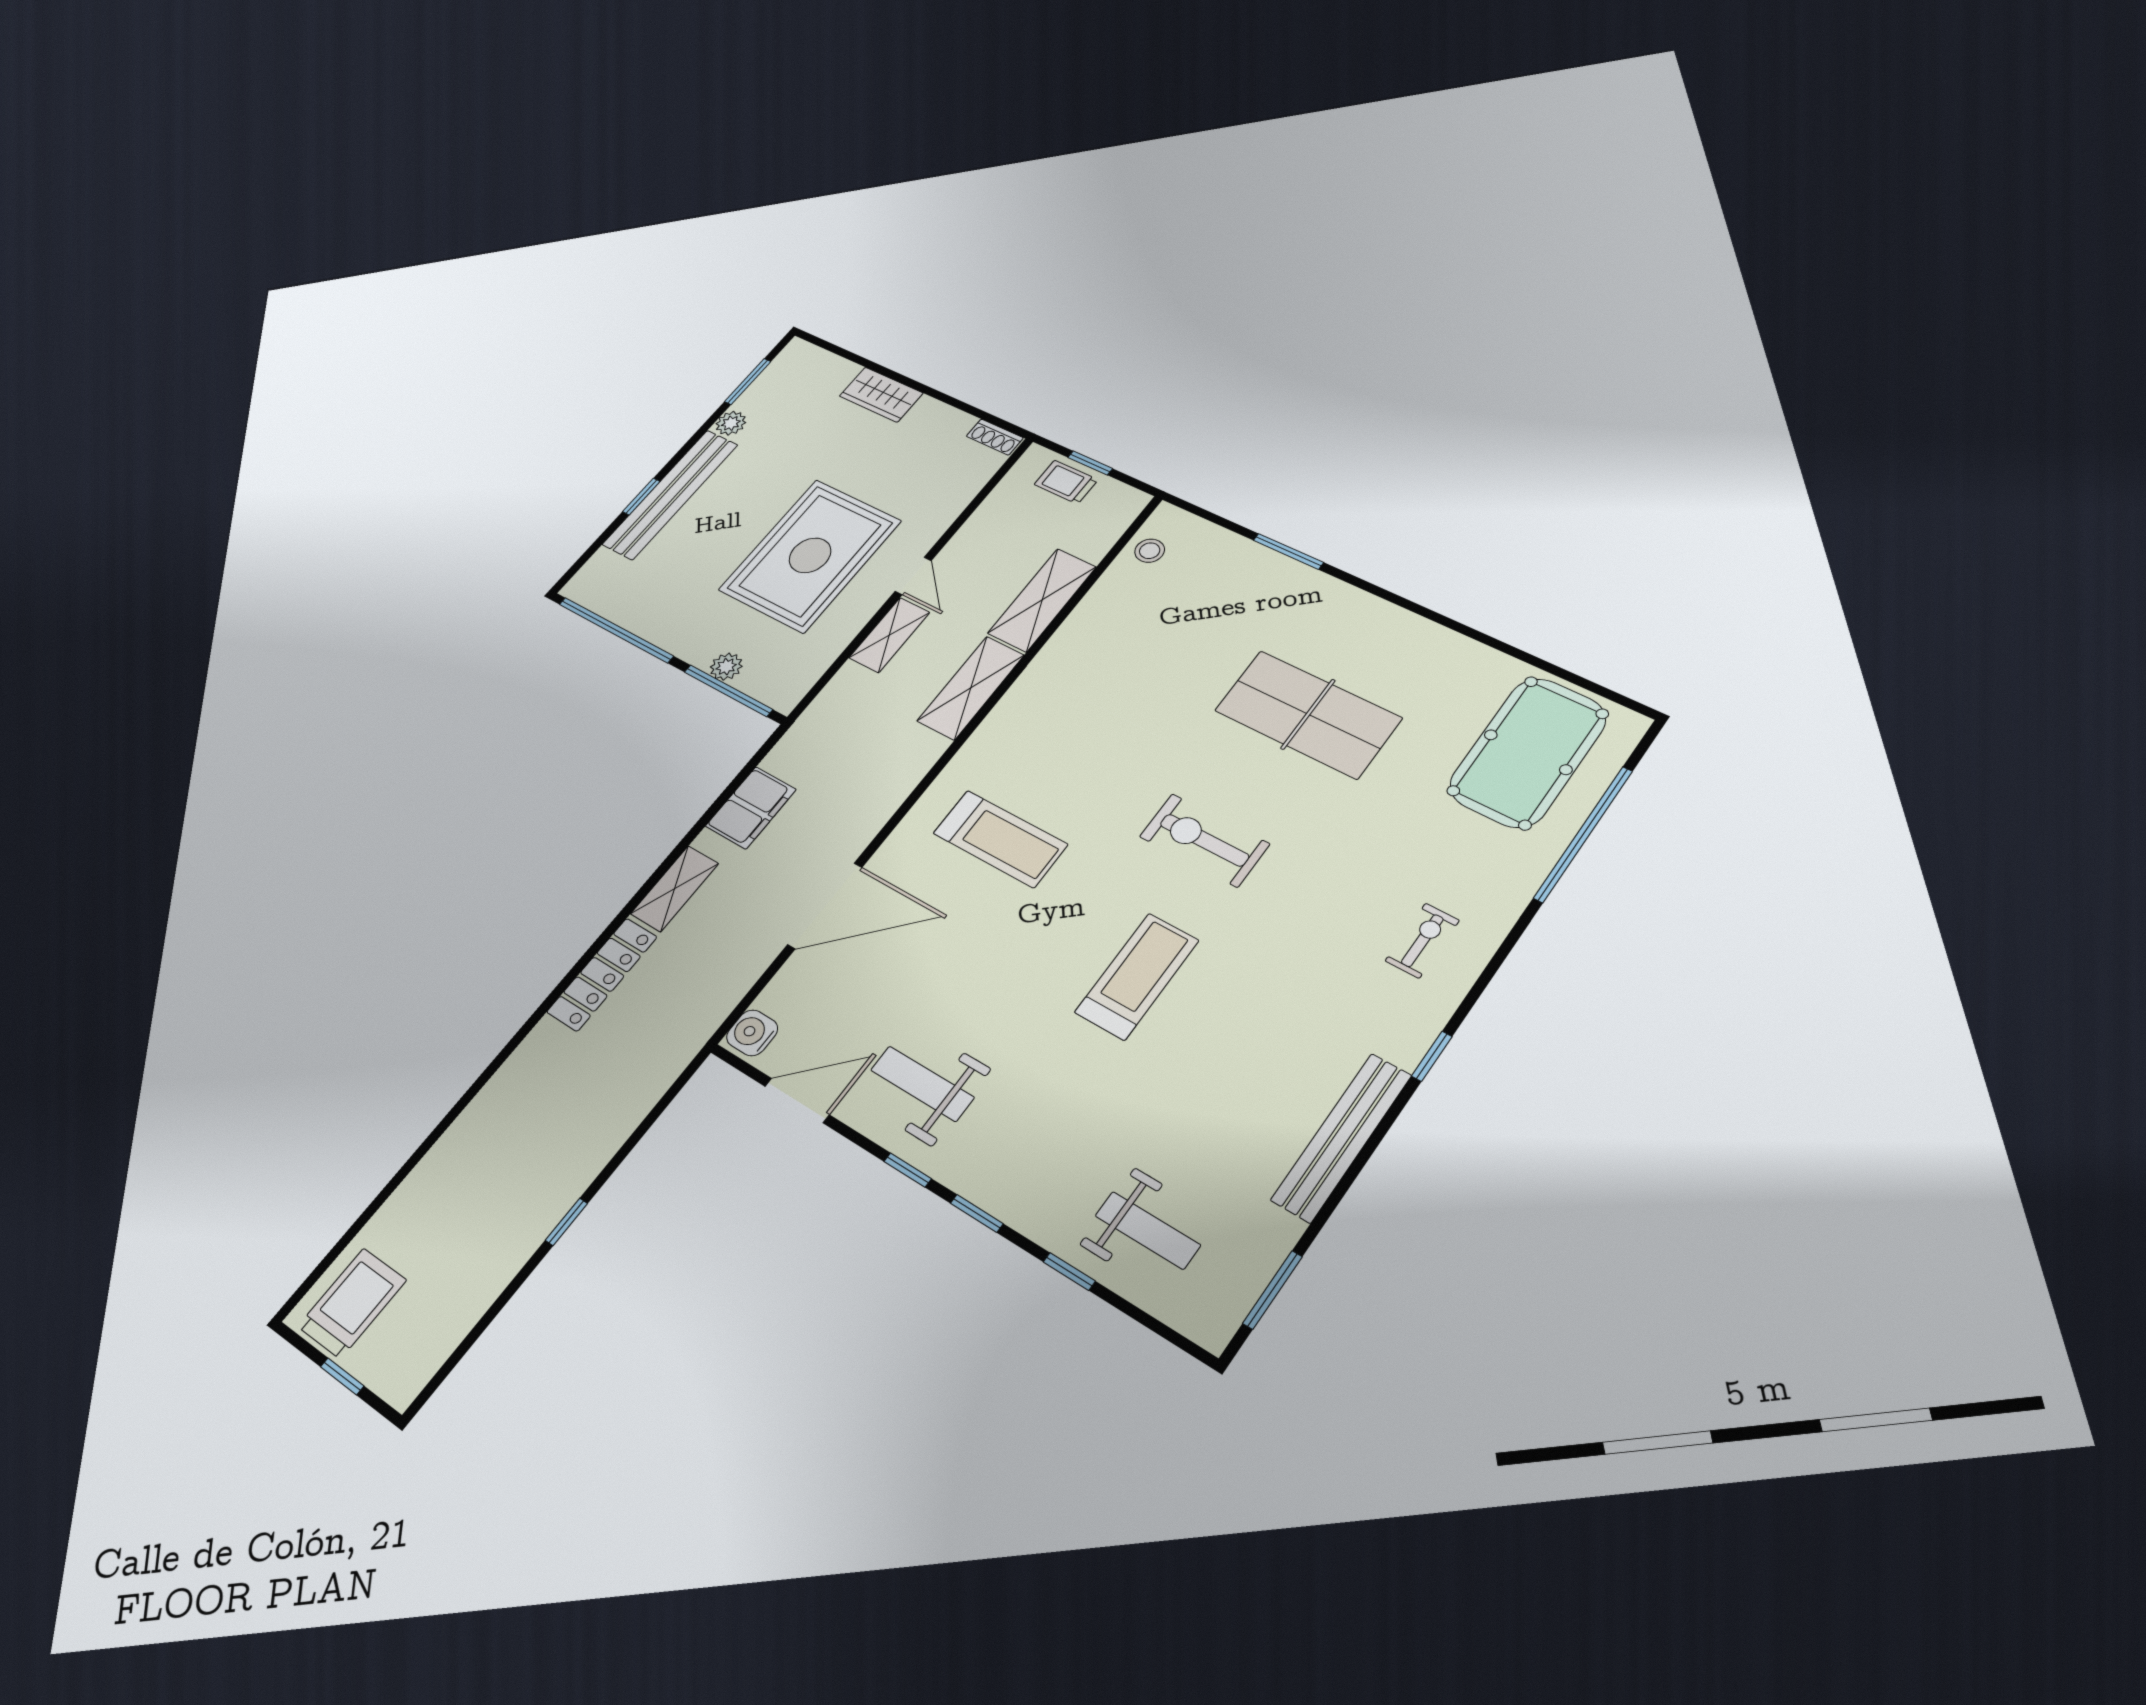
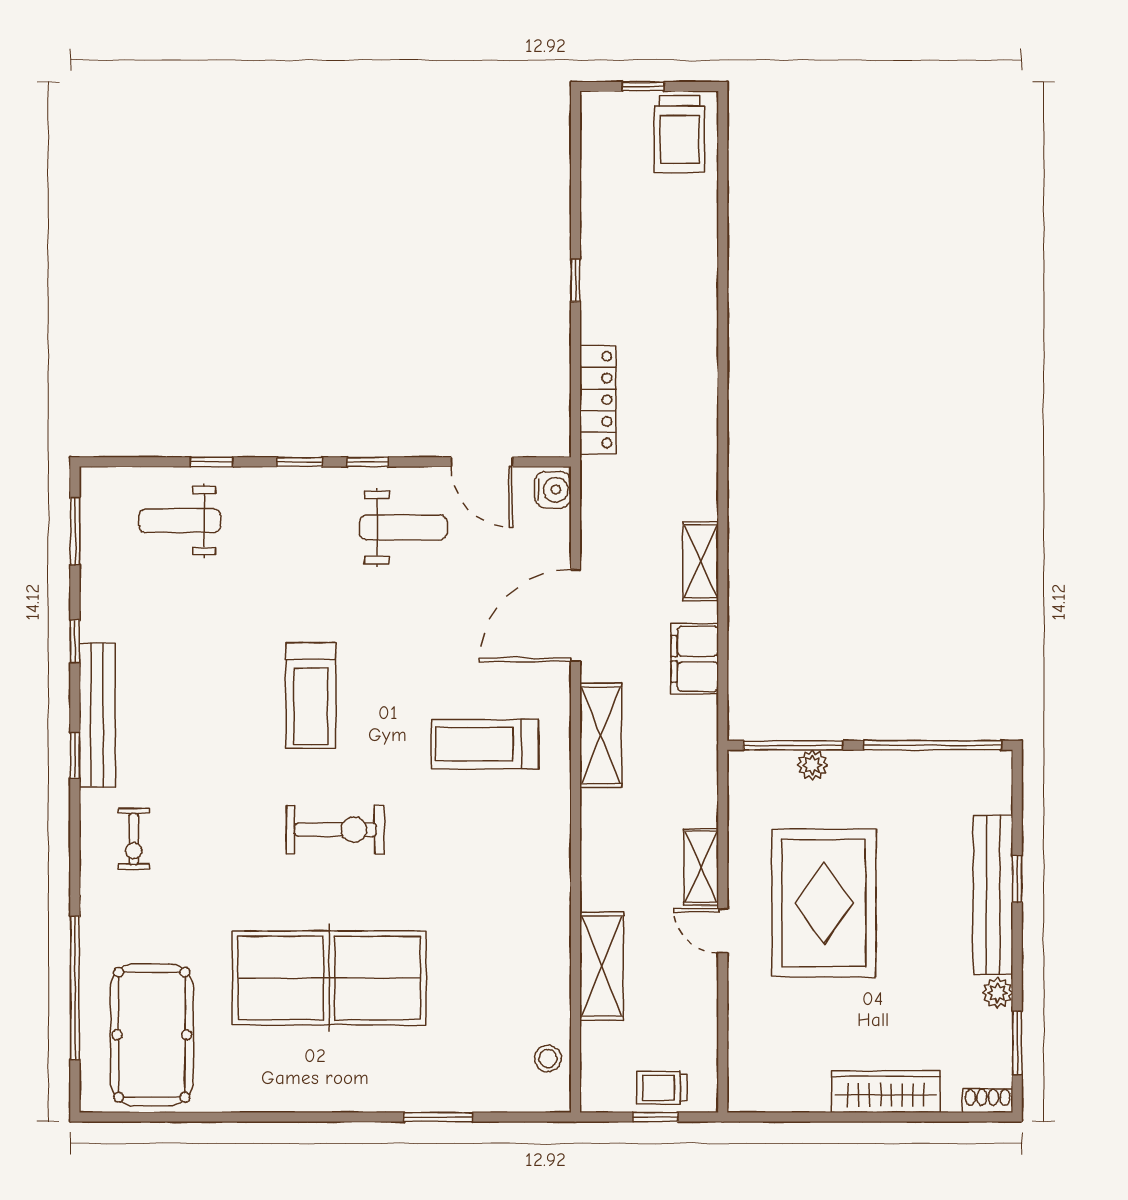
wardrobe: (881, 395) -> (886, 1092), width x1.50
shoe rack: (995, 437) -> (988, 1100), moved
trolley: (1066, 482) -> (662, 1088), turned 180
shelving: (971, 688) -> (601, 735), moved
table tennis table: (1308, 714) -> (329, 978), width x1.36, depth x1.32
locker: (602, 974) -> (598, 400), moved, turned 180
door: (797, 1101) -> (482, 462), hinge flipped
bench: (1342, 1137) -> (97, 715), moved
window: (1352, 1173) -> (75, 641), added

